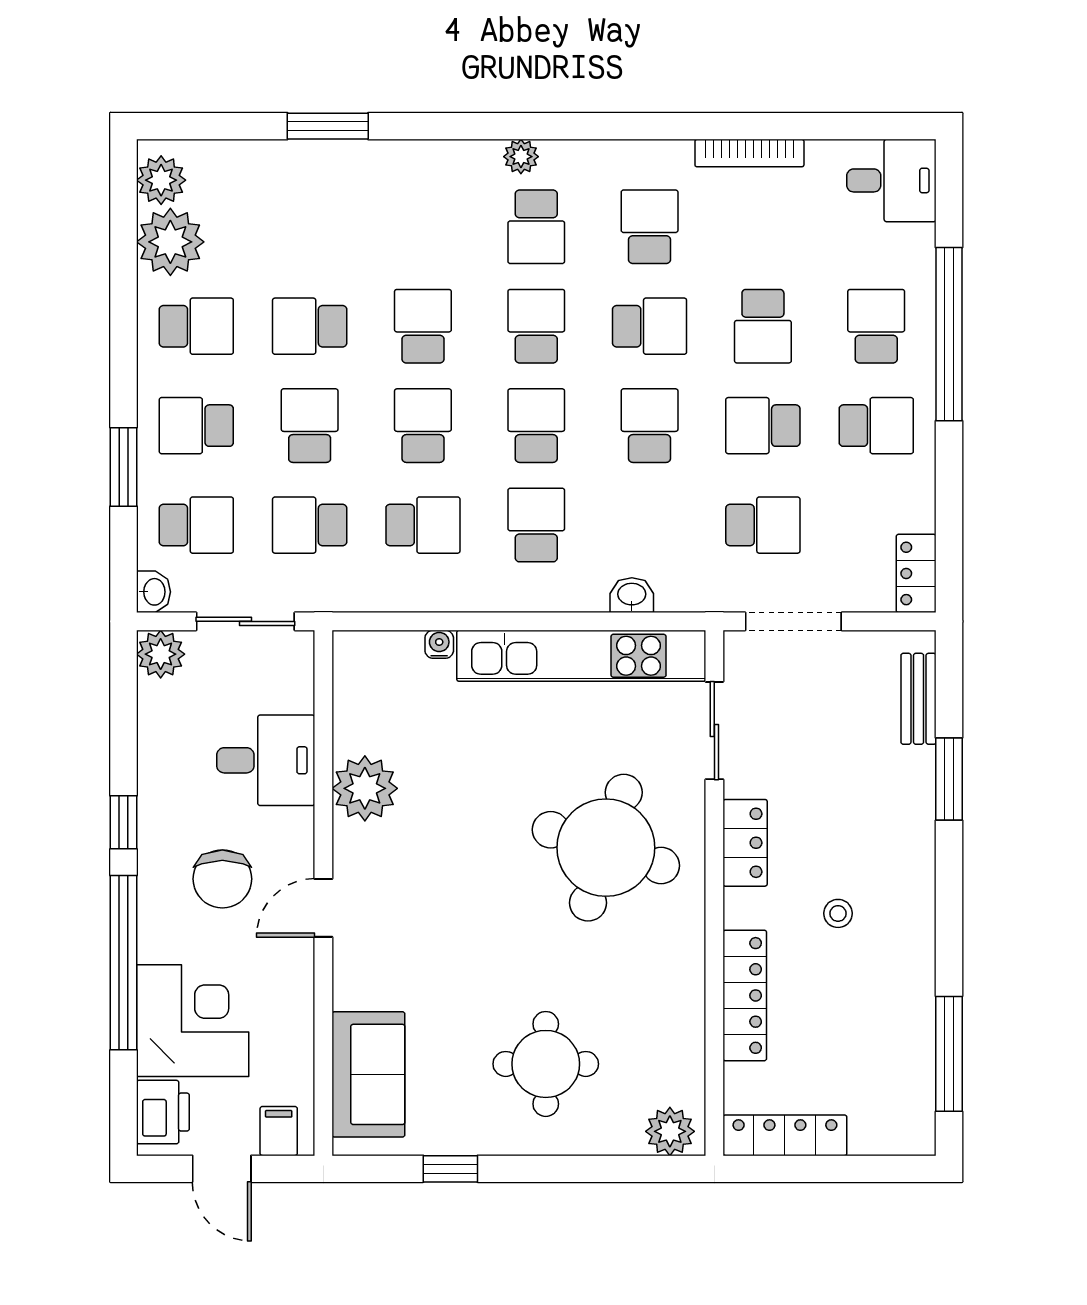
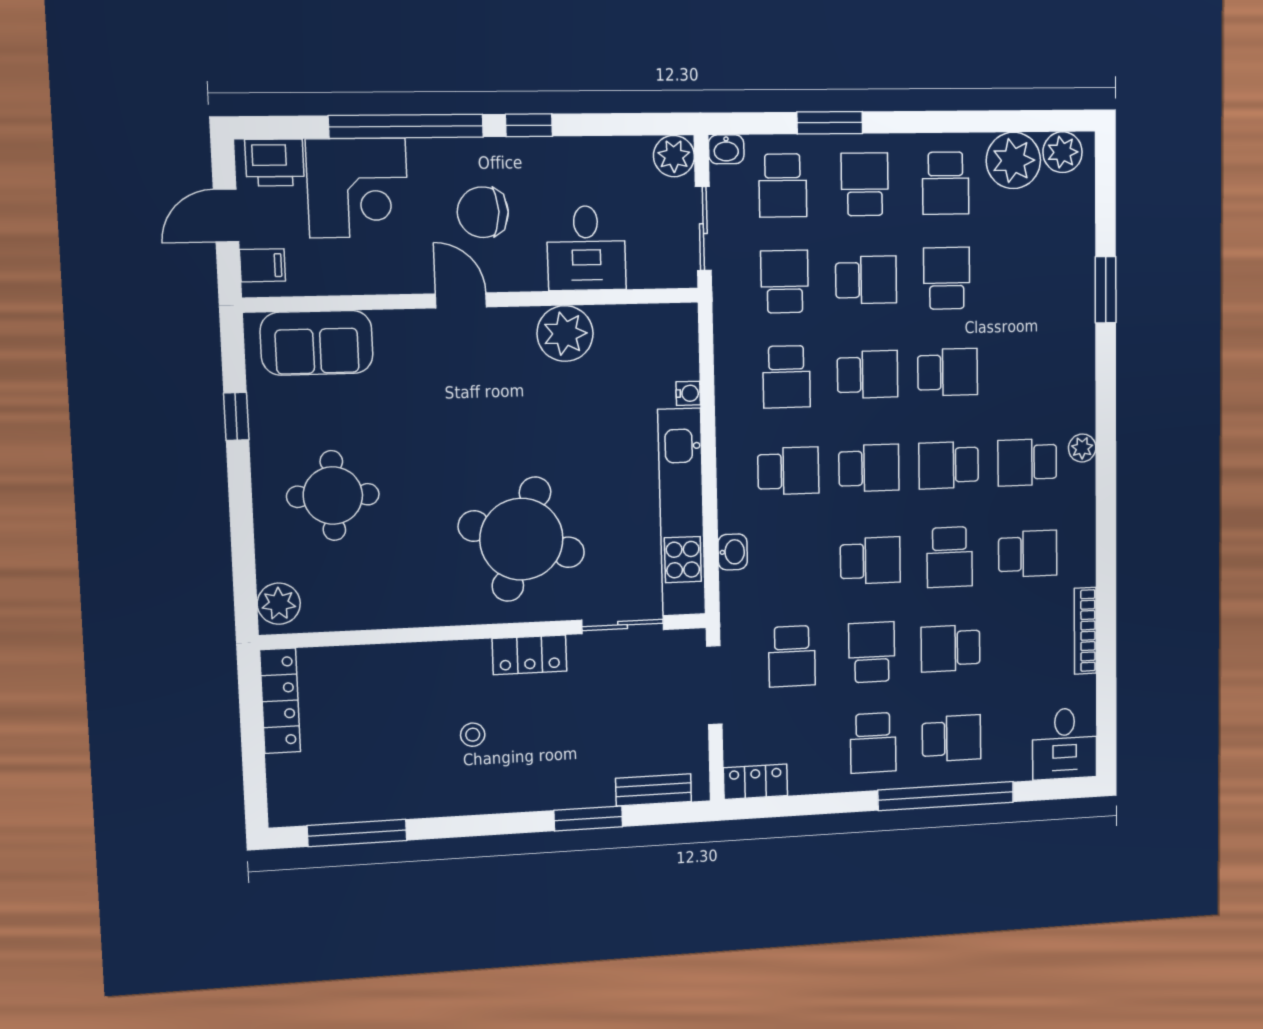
school desk: (536, 326) -> (949, 465), turned 180
locker: (745, 995) -> (400, 661), removed

